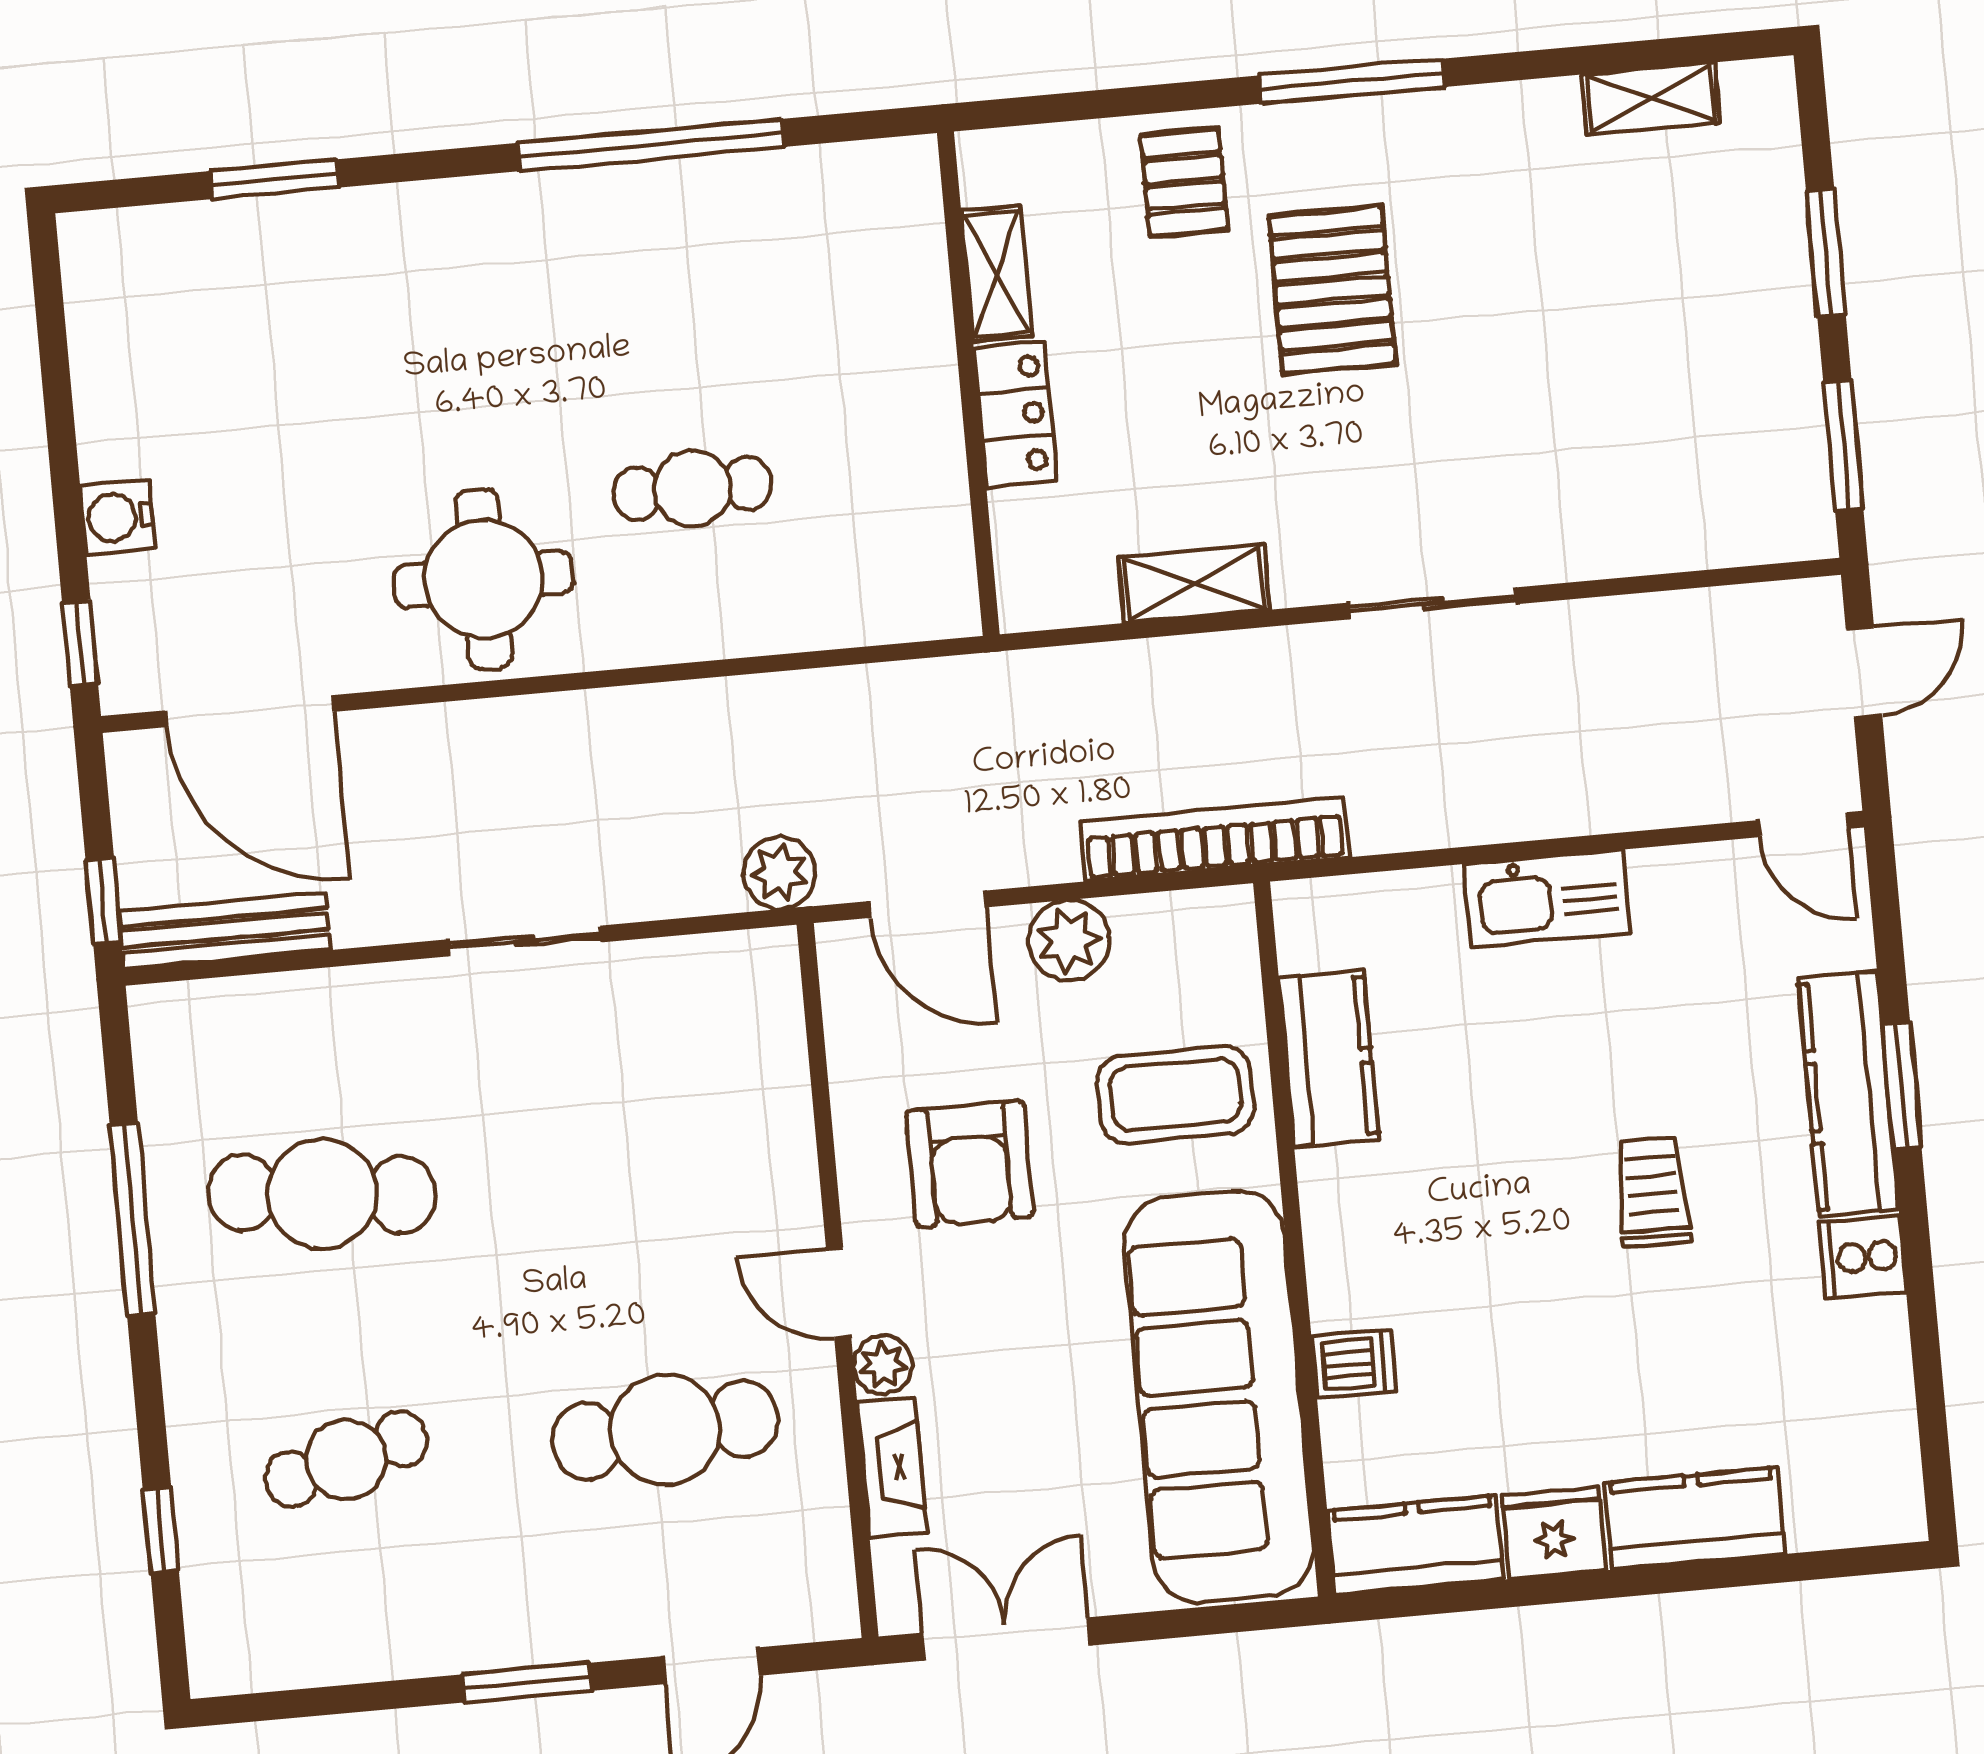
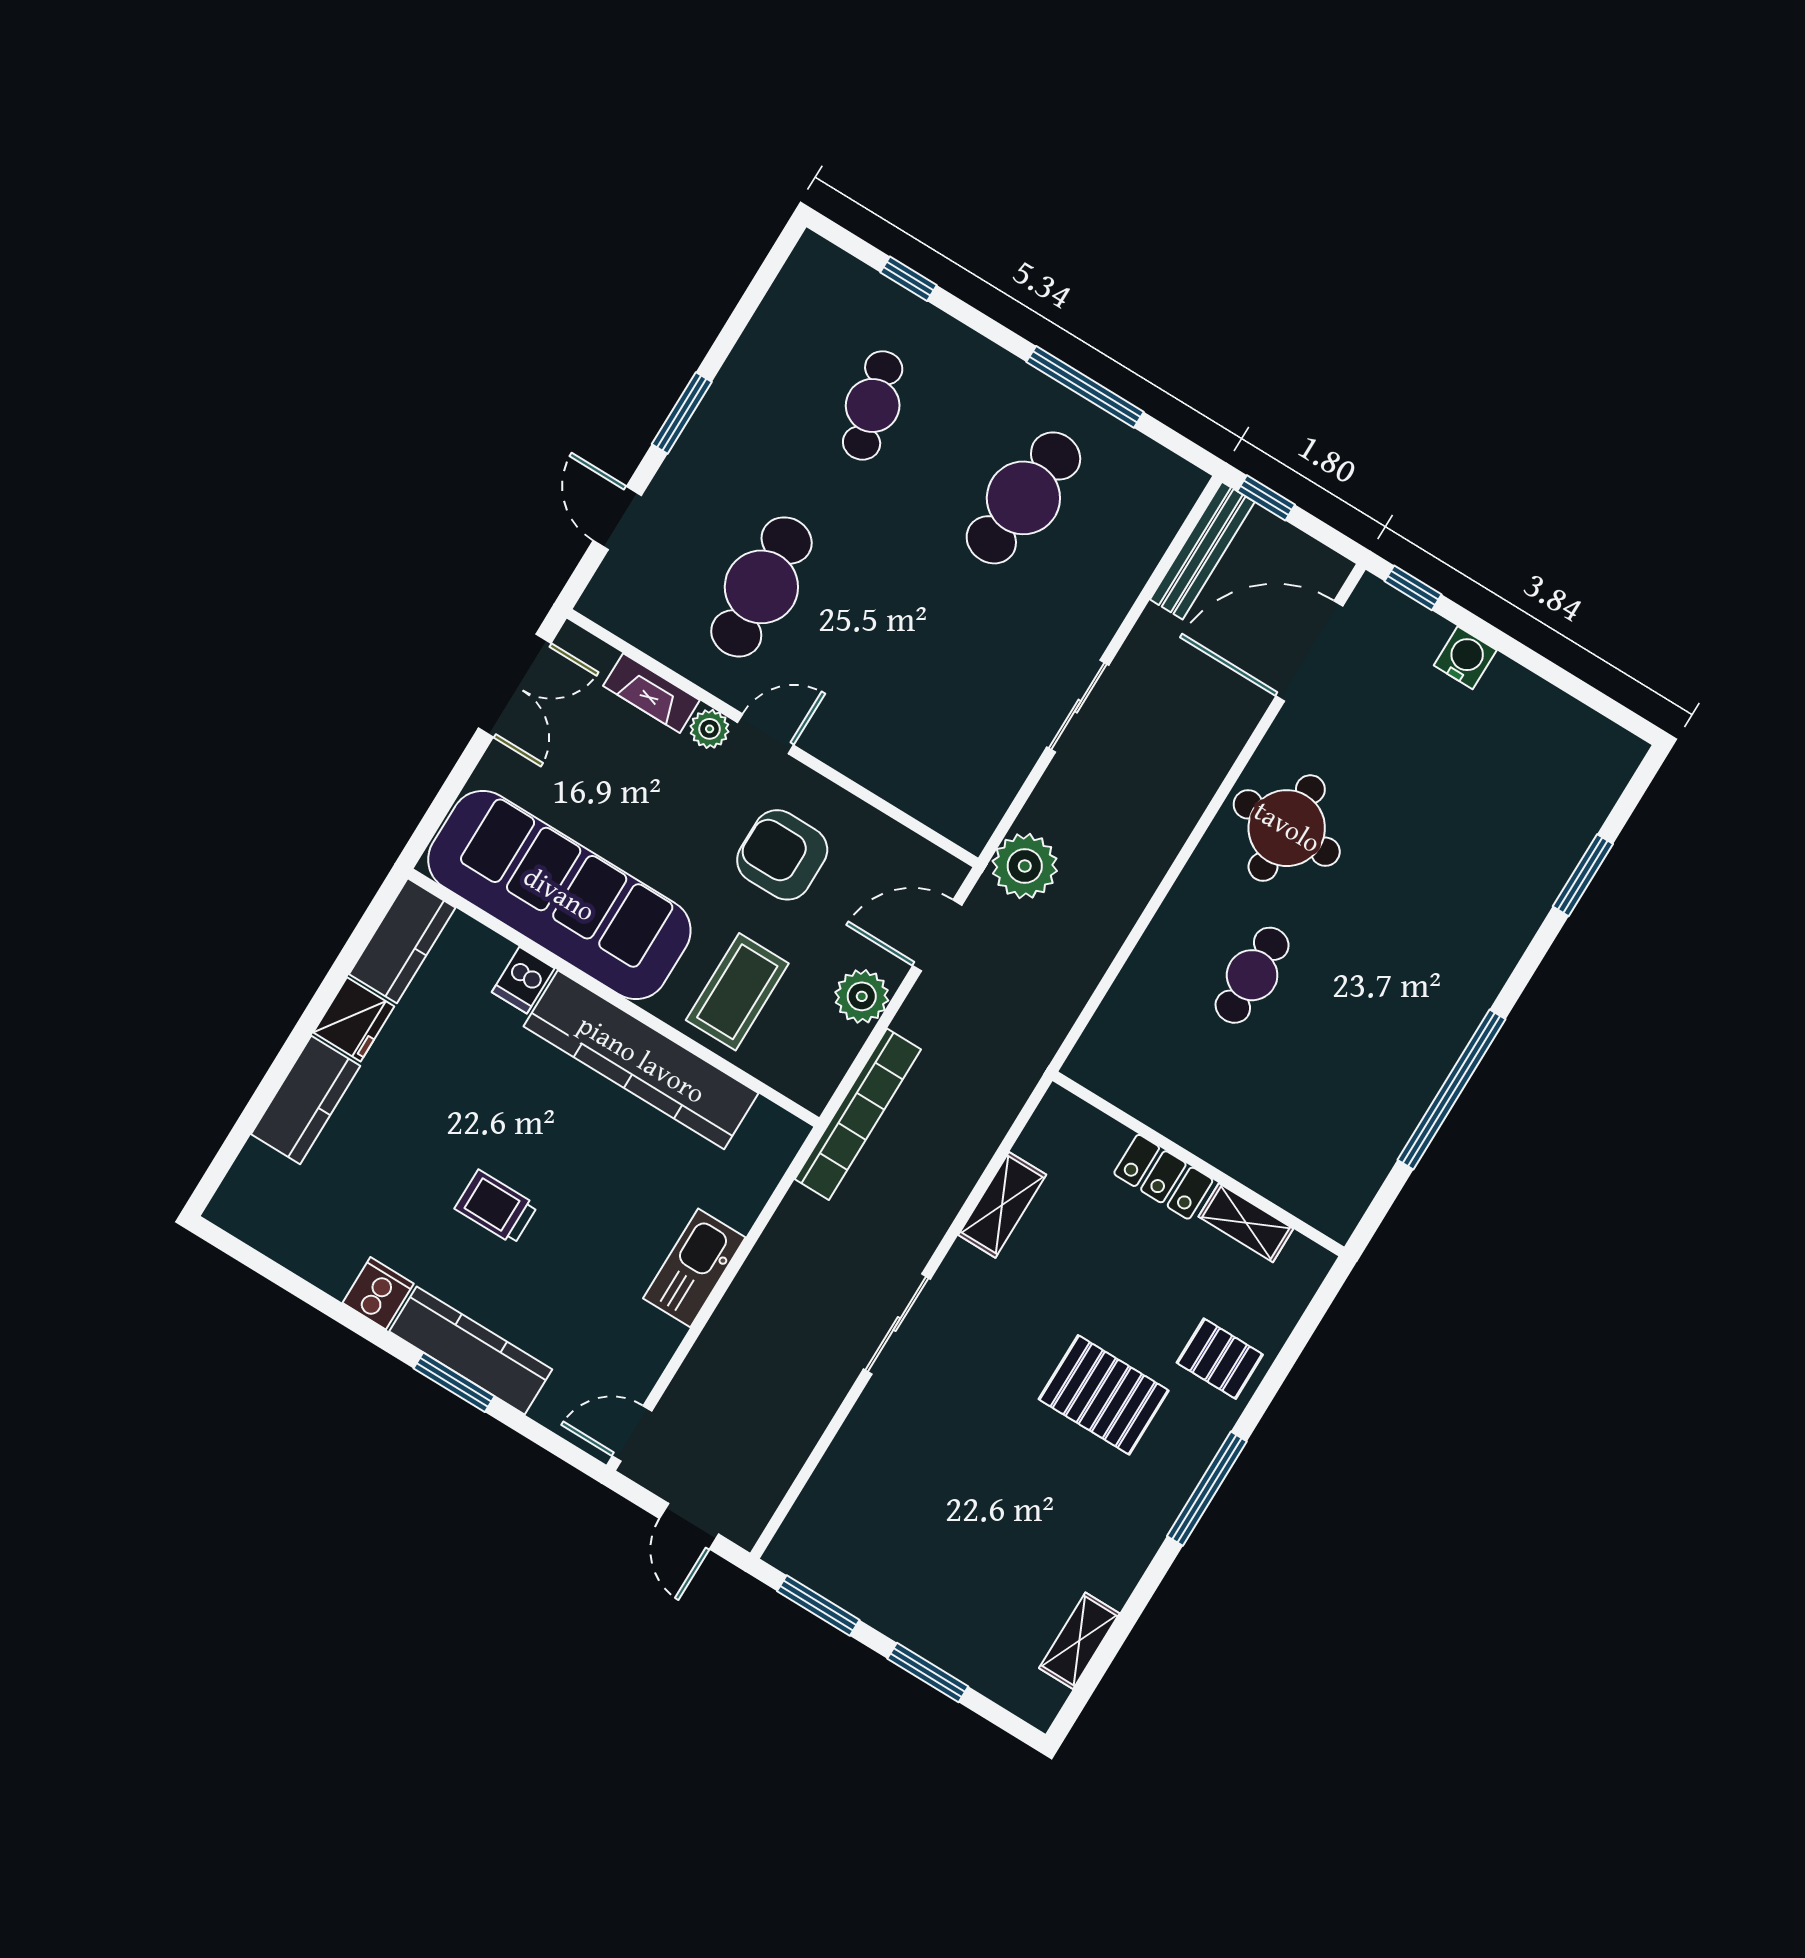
plant: (779, 873) -> (1025, 866), width x1.36, depth x1.36
kitchen counter: (1329, 1059) -> (641, 1060), width x2.08, depth x1.17
trolley: (1652, 1192) -> (496, 1207), turned 180

